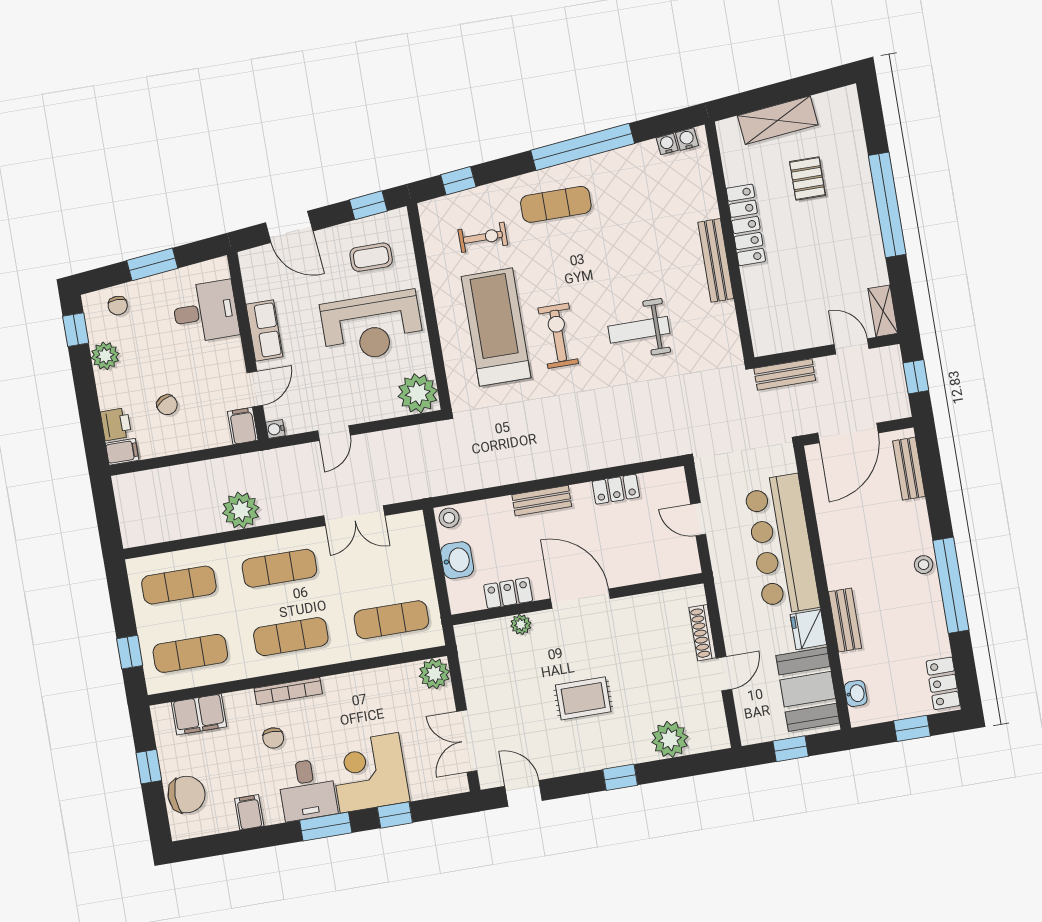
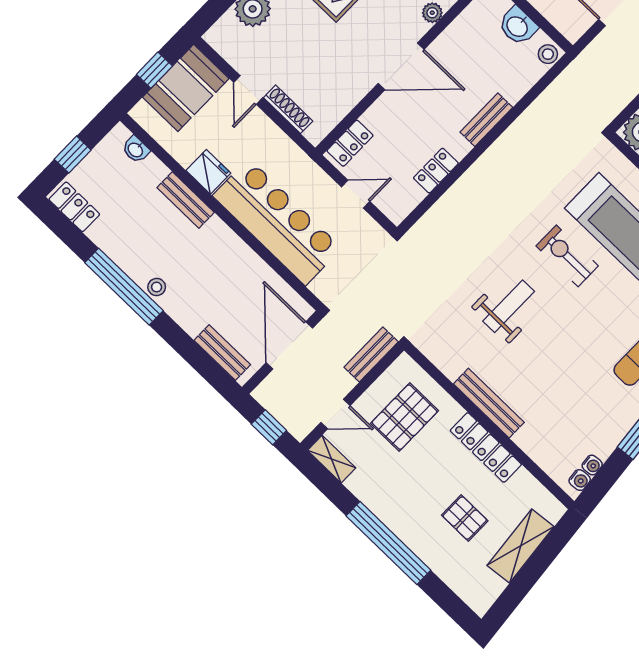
pallet: (795, 301) -> (405, 417), added
exercise bike: (558, 336) -> (567, 256), turned 180
locker: (508, 593) -> (350, 143), moved
booth: (808, 689) -> (186, 88), moved, turned 90

